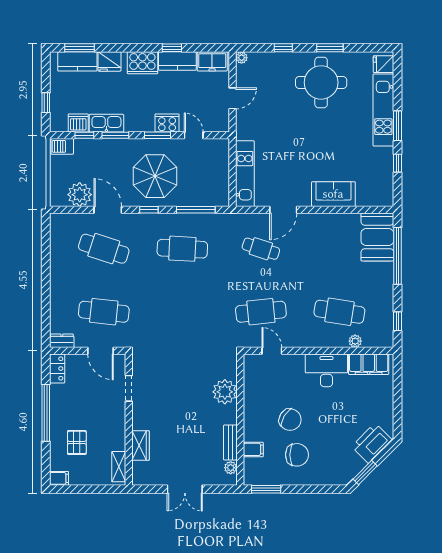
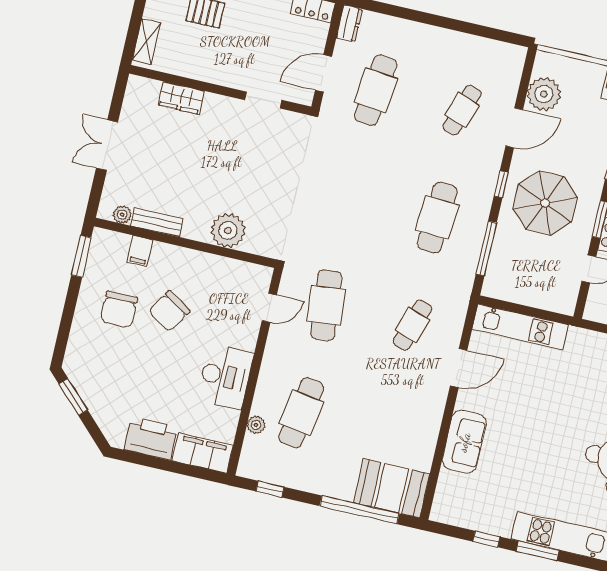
door: (283, 210) -> (459, 368), swing flipped
cafe table: (104, 249) -> (462, 110), width x0.73, depth x0.74
filing cabinet: (369, 364) -> (203, 453), moved, turned 90
printer: (372, 443) -> (151, 439), moved, turned -45
shelving: (119, 467) -> (146, 42), moved, turned 90

